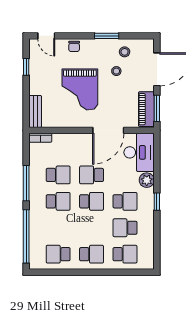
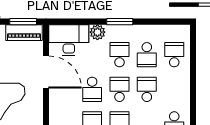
window: (157, 202) -> (120, 22), width x1.50
school desk: (92, 254) -> (147, 89), moved

